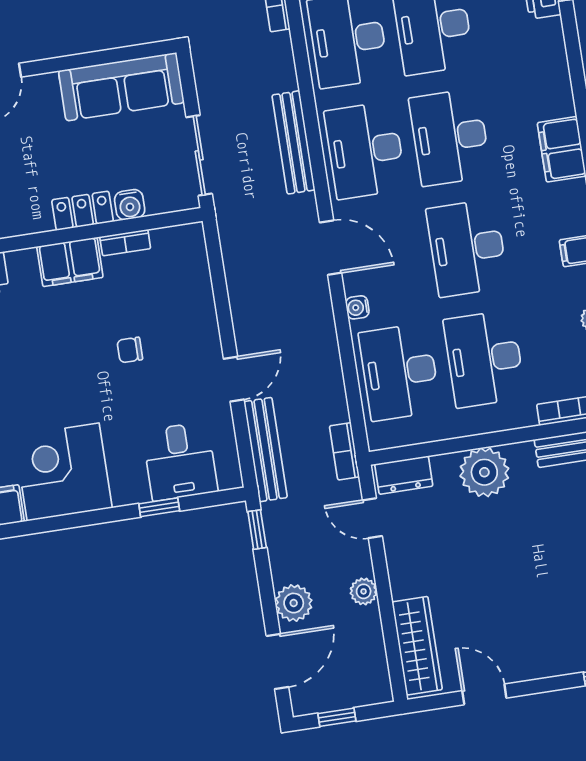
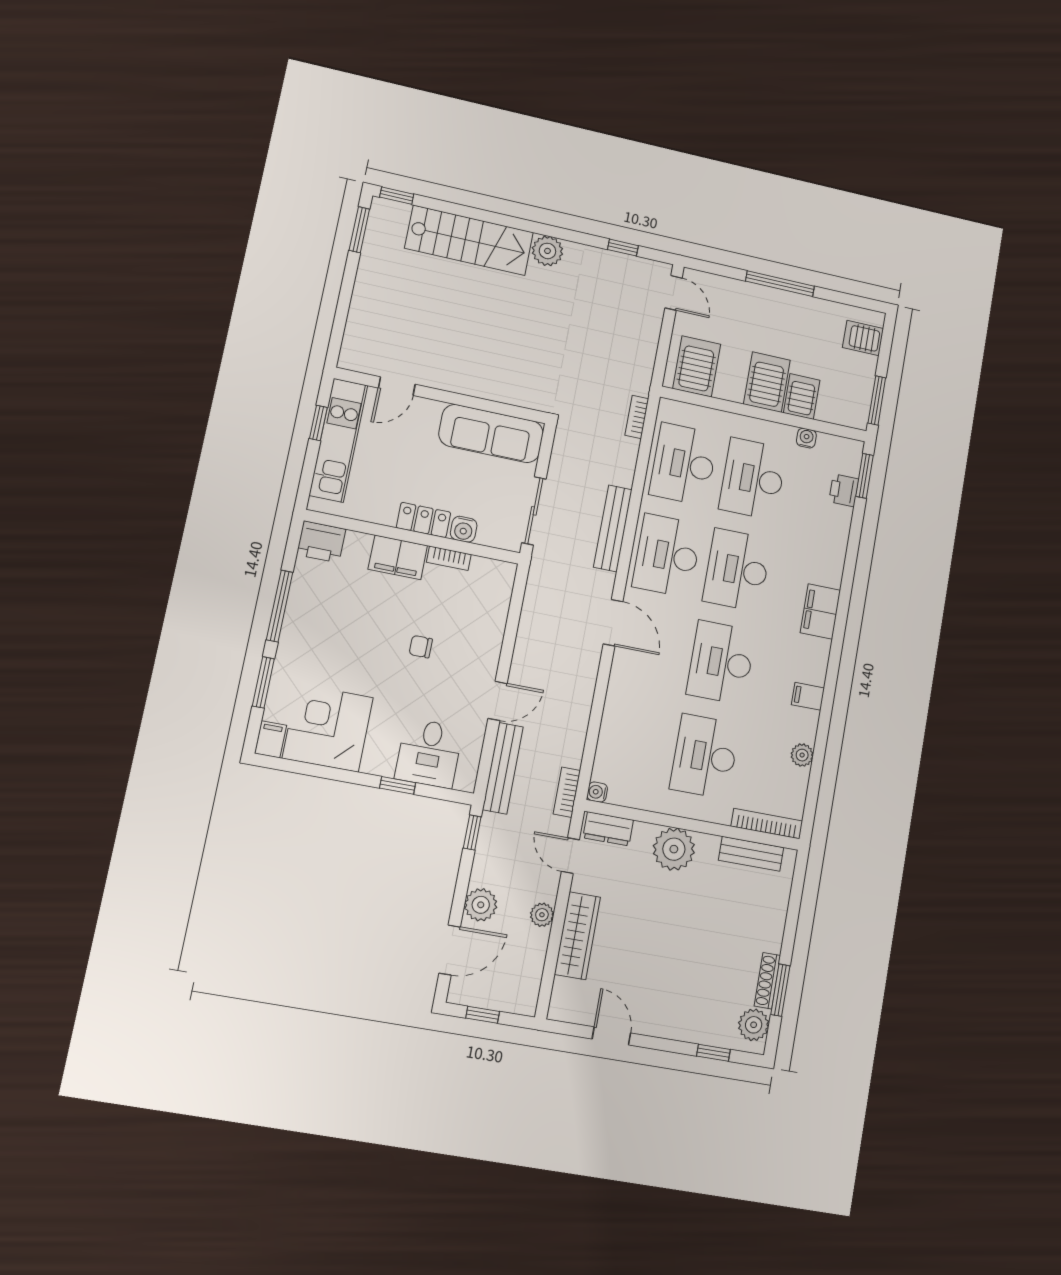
water cooler: (357, 307) -> (597, 792), moved
desk: (400, 372) -> (634, 743), removed
wardrobe: (417, 646) -> (577, 936), moved

